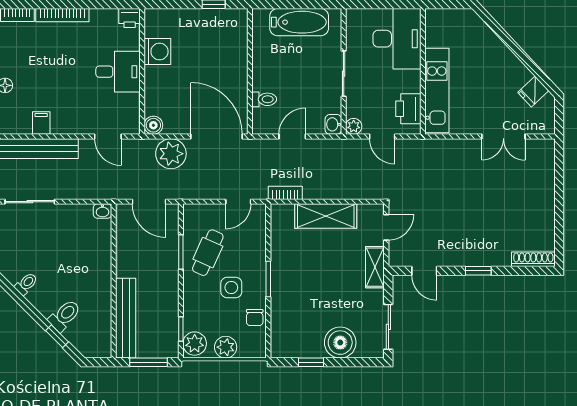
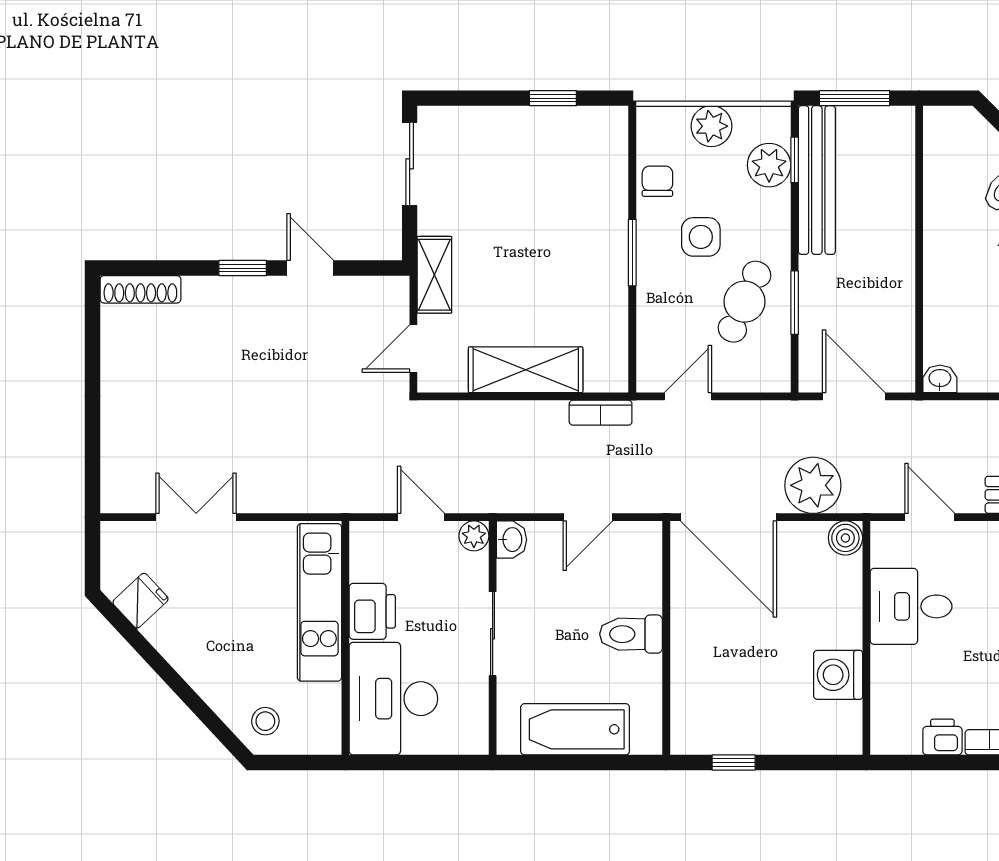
printer: (130, 18) -> (942, 737), moved
stool: (466, 27) -> (265, 721), added
desk: (118, 72) -> (911, 606), moved
toilet: (264, 99) -> (631, 634), moved, width x1.37, depth x1.39
printer: (408, 109) -> (372, 611), moved
door: (424, 271) -> (310, 268), moved
bench: (126, 318) -> (817, 180), moved
boiler: (340, 343) -> (499, 135), removed
plant: (195, 344) -> (769, 165), moved

